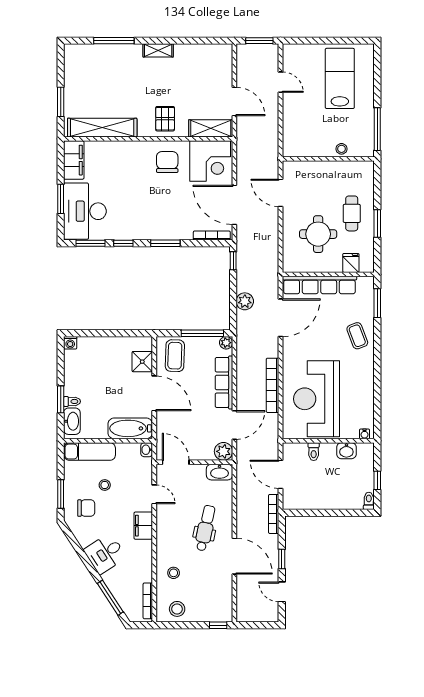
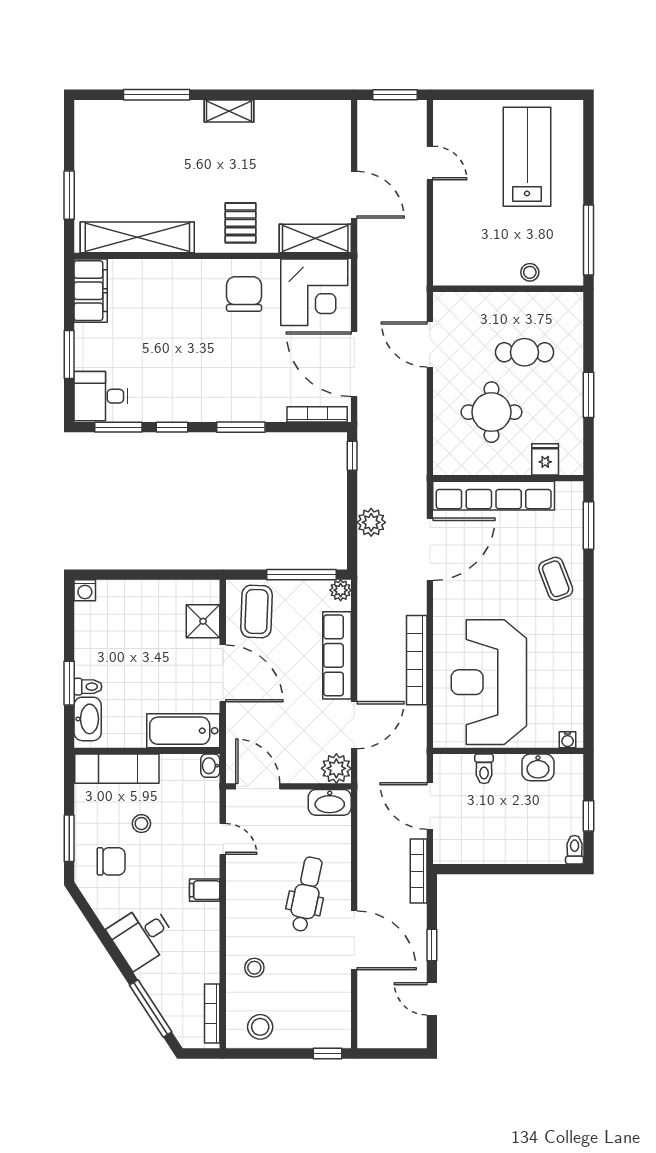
desk: (85, 211) -> (101, 396), width x0.53, depth x0.77
cafe table: (352, 213) -> (525, 352), moved, turned 90
filing cabinet: (143, 526) -> (205, 890), width x0.50

